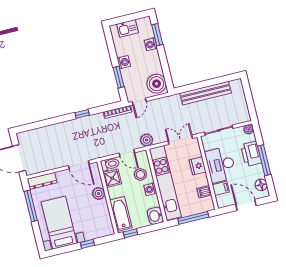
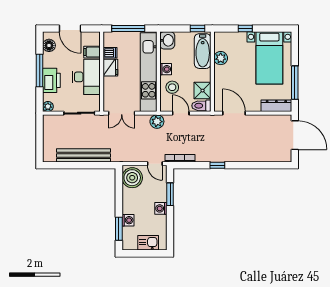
door: (139, 101) -> (155, 164), swing flipped
fridge: (198, 166) -> (110, 68), moved
plant: (99, 194) -> (221, 58), moved

